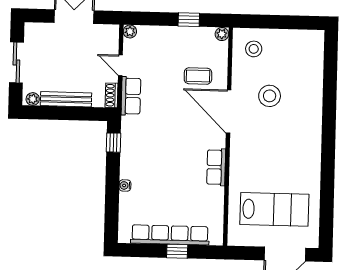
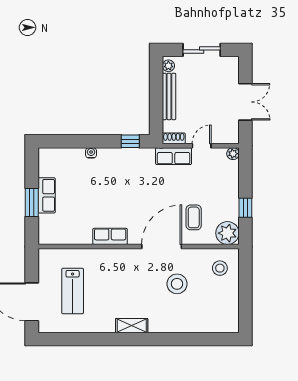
plant: (222, 34) -> (227, 233), width x1.88, depth x1.88
shelving: (314, 146) -> (132, 326), added
lab bench: (274, 209) -> (73, 291), width x0.73, depth x0.72
row of seats: (170, 235) -> (47, 195), width x0.50
window: (177, 251) -> (32, 202), width x1.50

